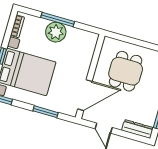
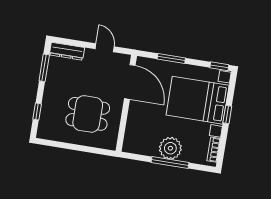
dining table: (126, 71) -> (88, 114), turned 90
door: (85, 95) -> (130, 82), swing flipped

